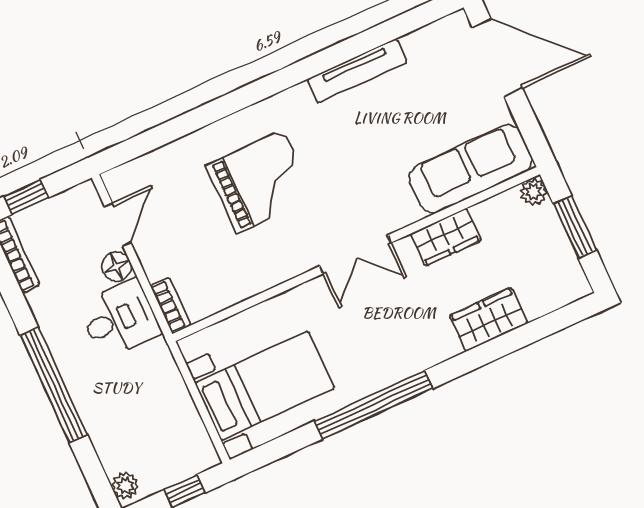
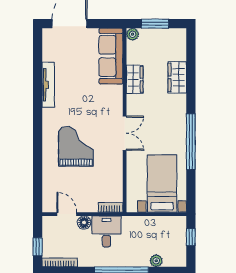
double door: (355, 254) -> (125, 133), moved
plant: (125, 486) -> (156, 261), moved

